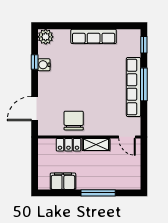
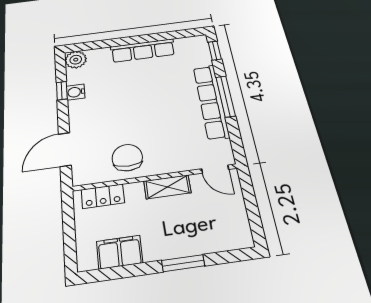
locker: (68, 145) -> (103, 196), moved
window: (98, 193) -> (183, 263), width x0.69

